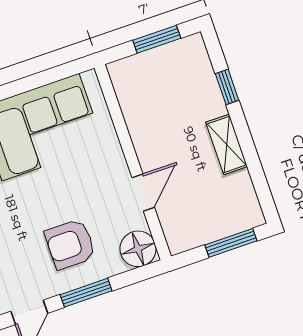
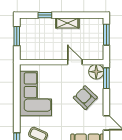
armchair: (70, 244) -> (85, 98), turned 134
window: (86, 293) -> (106, 78), moved

